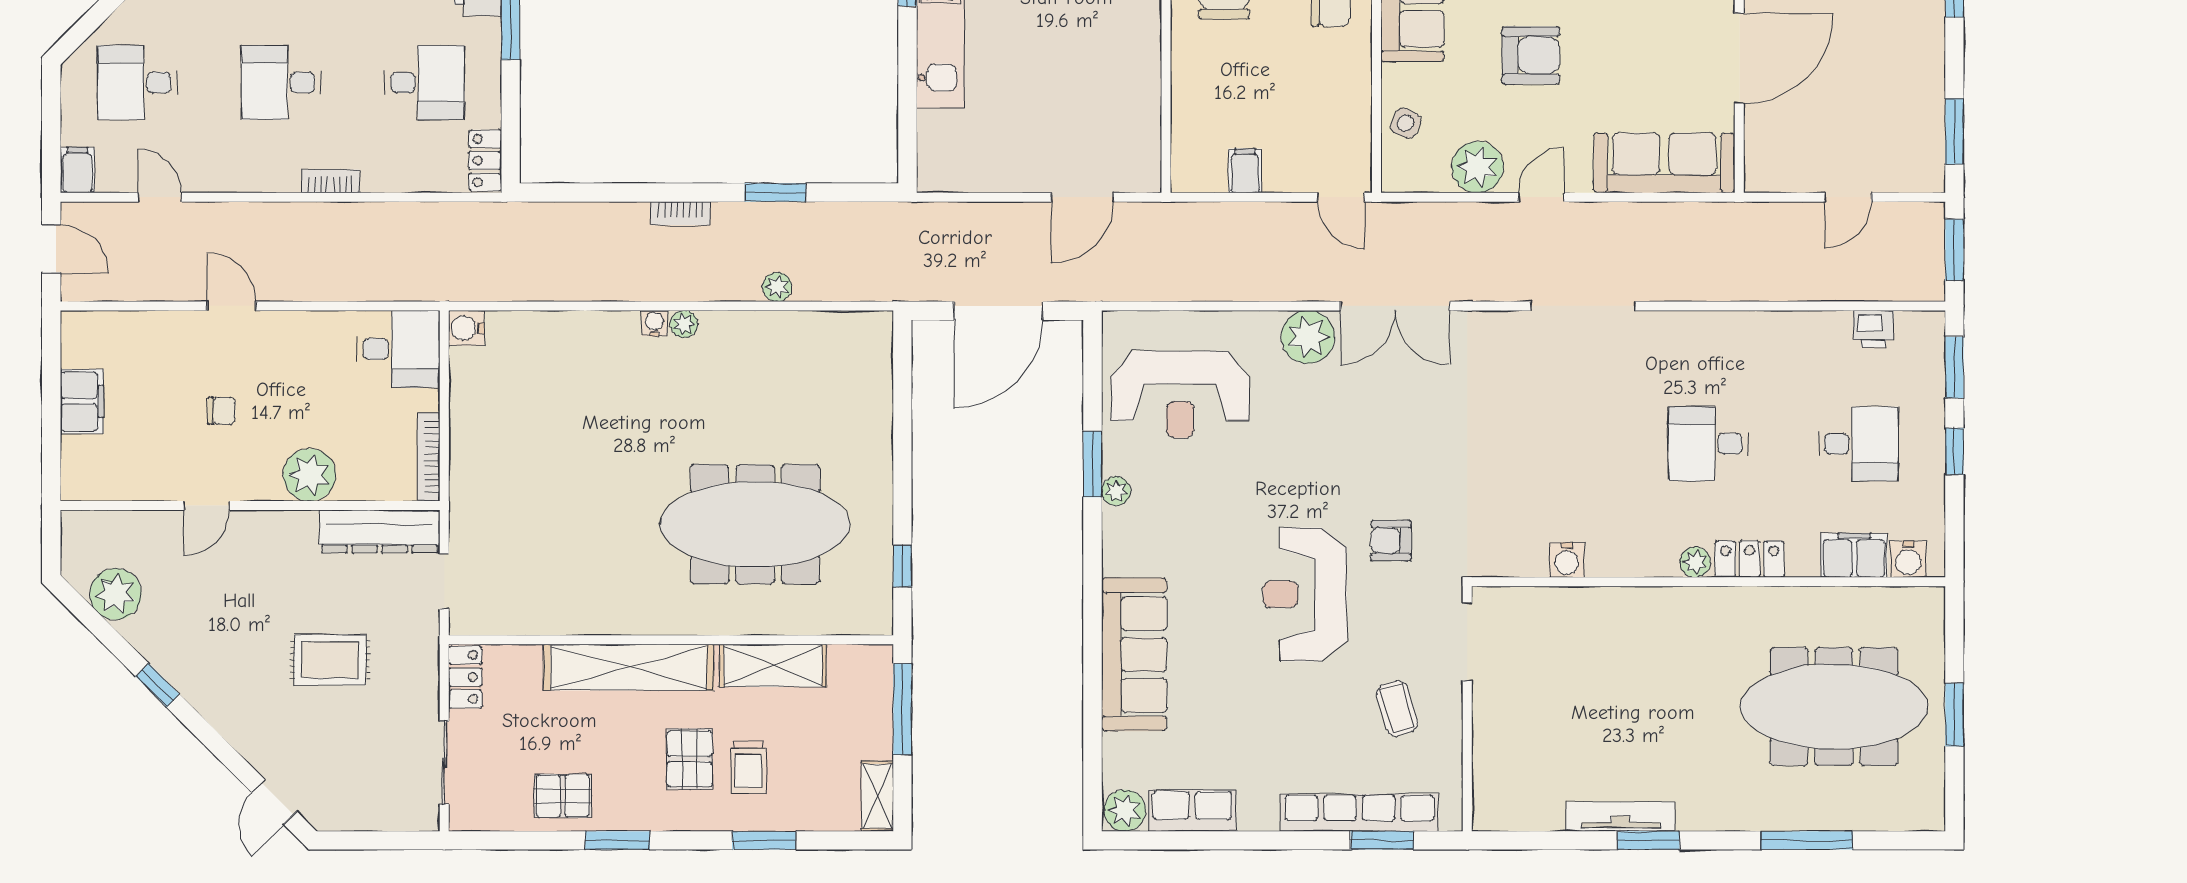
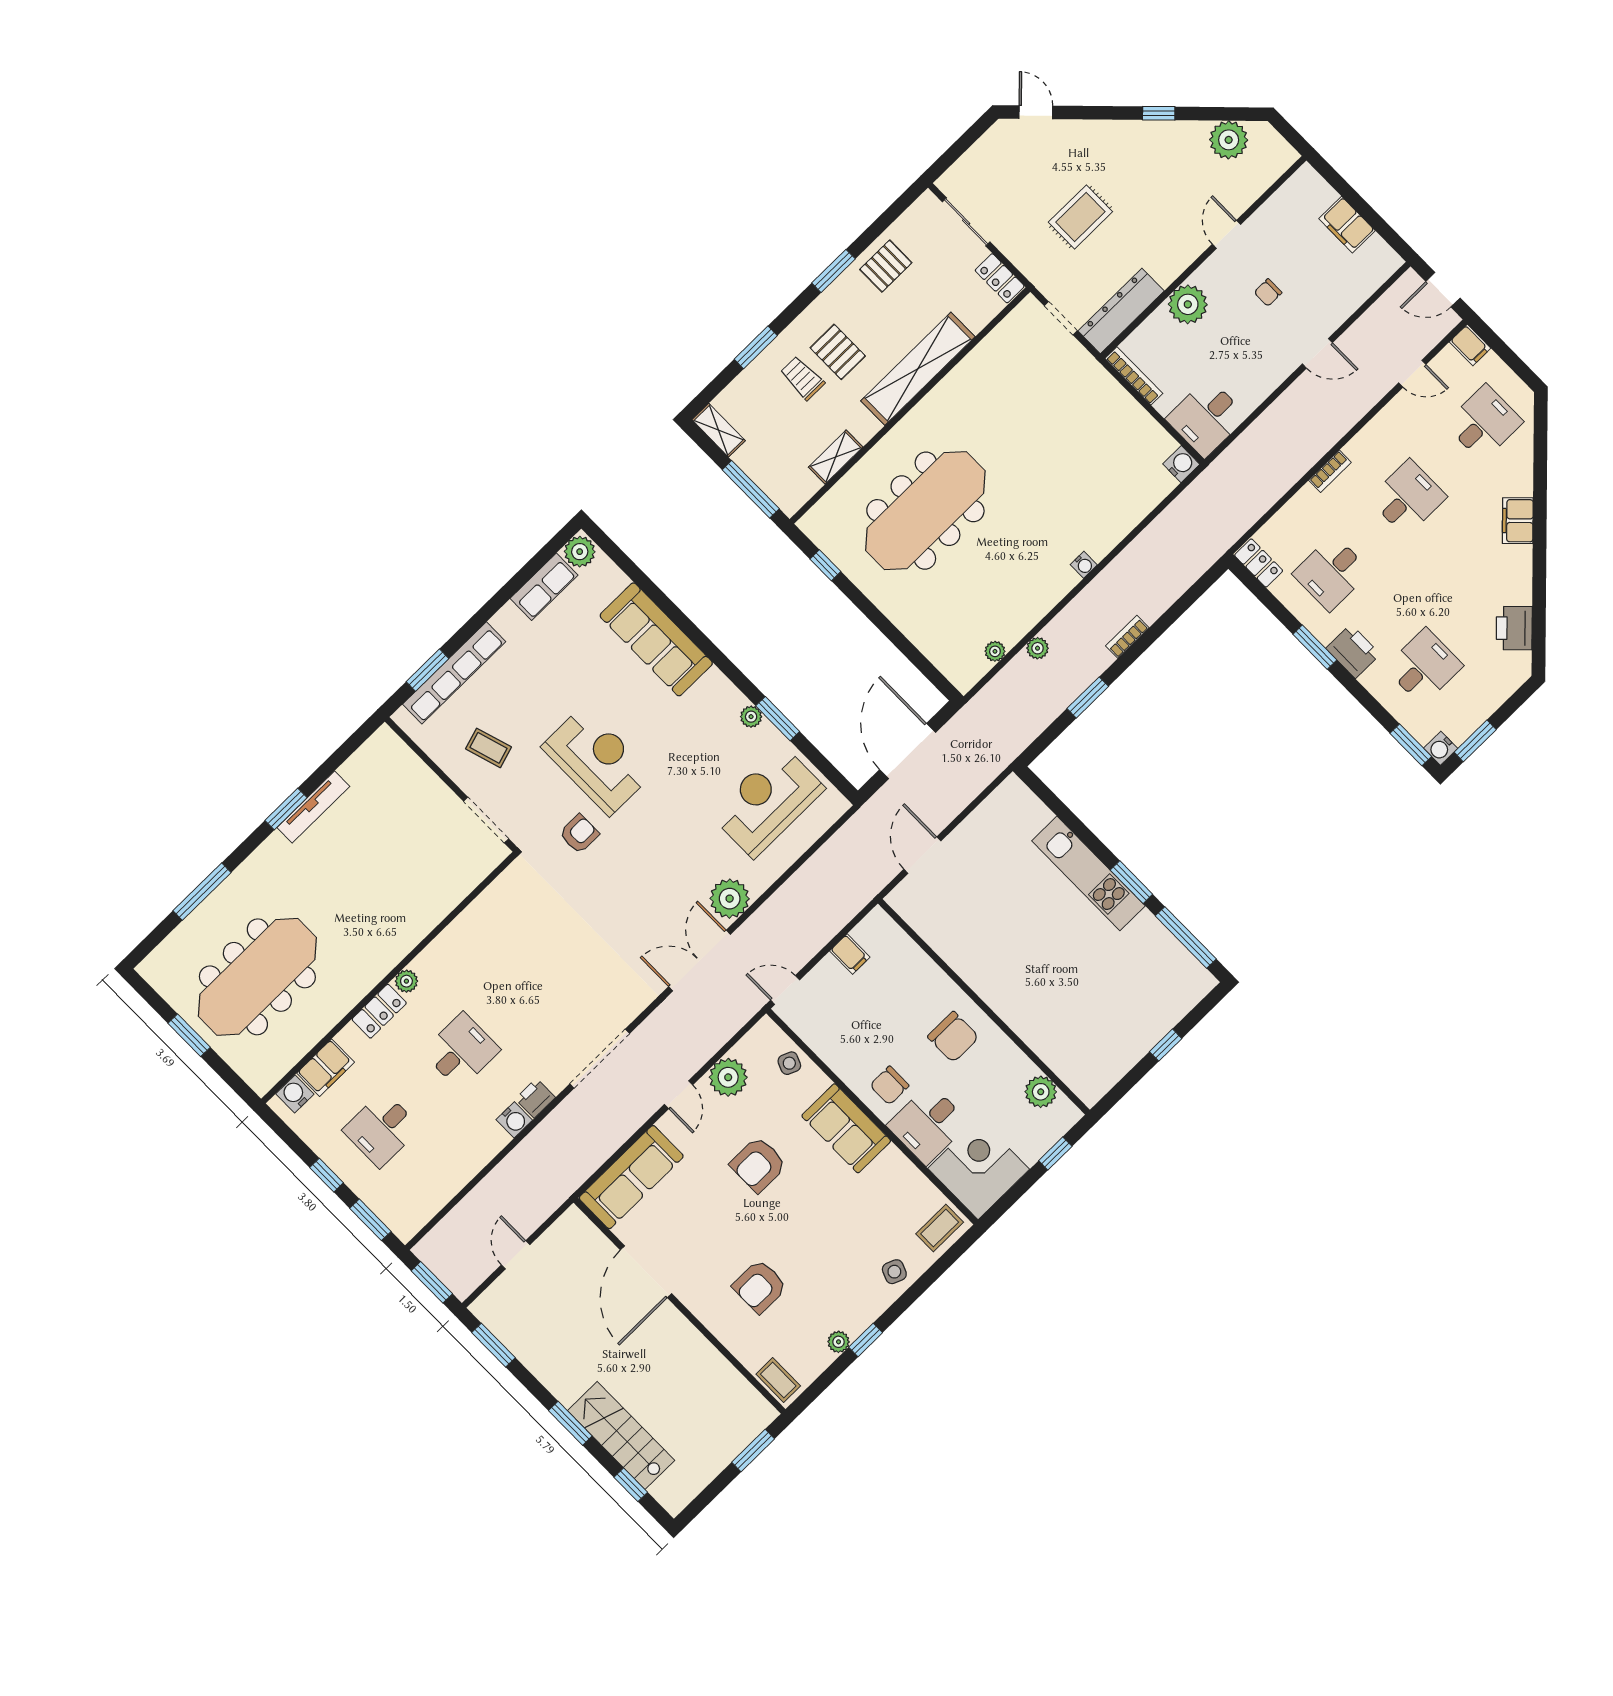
plant: (684, 324) -> (995, 651), moved
printer: (1874, 329) -> (535, 1098), moved
water cooler: (1567, 560) -> (514, 1120), moved, turned 180
shelving: (773, 665) -> (836, 457), width x0.67, depth x0.75

